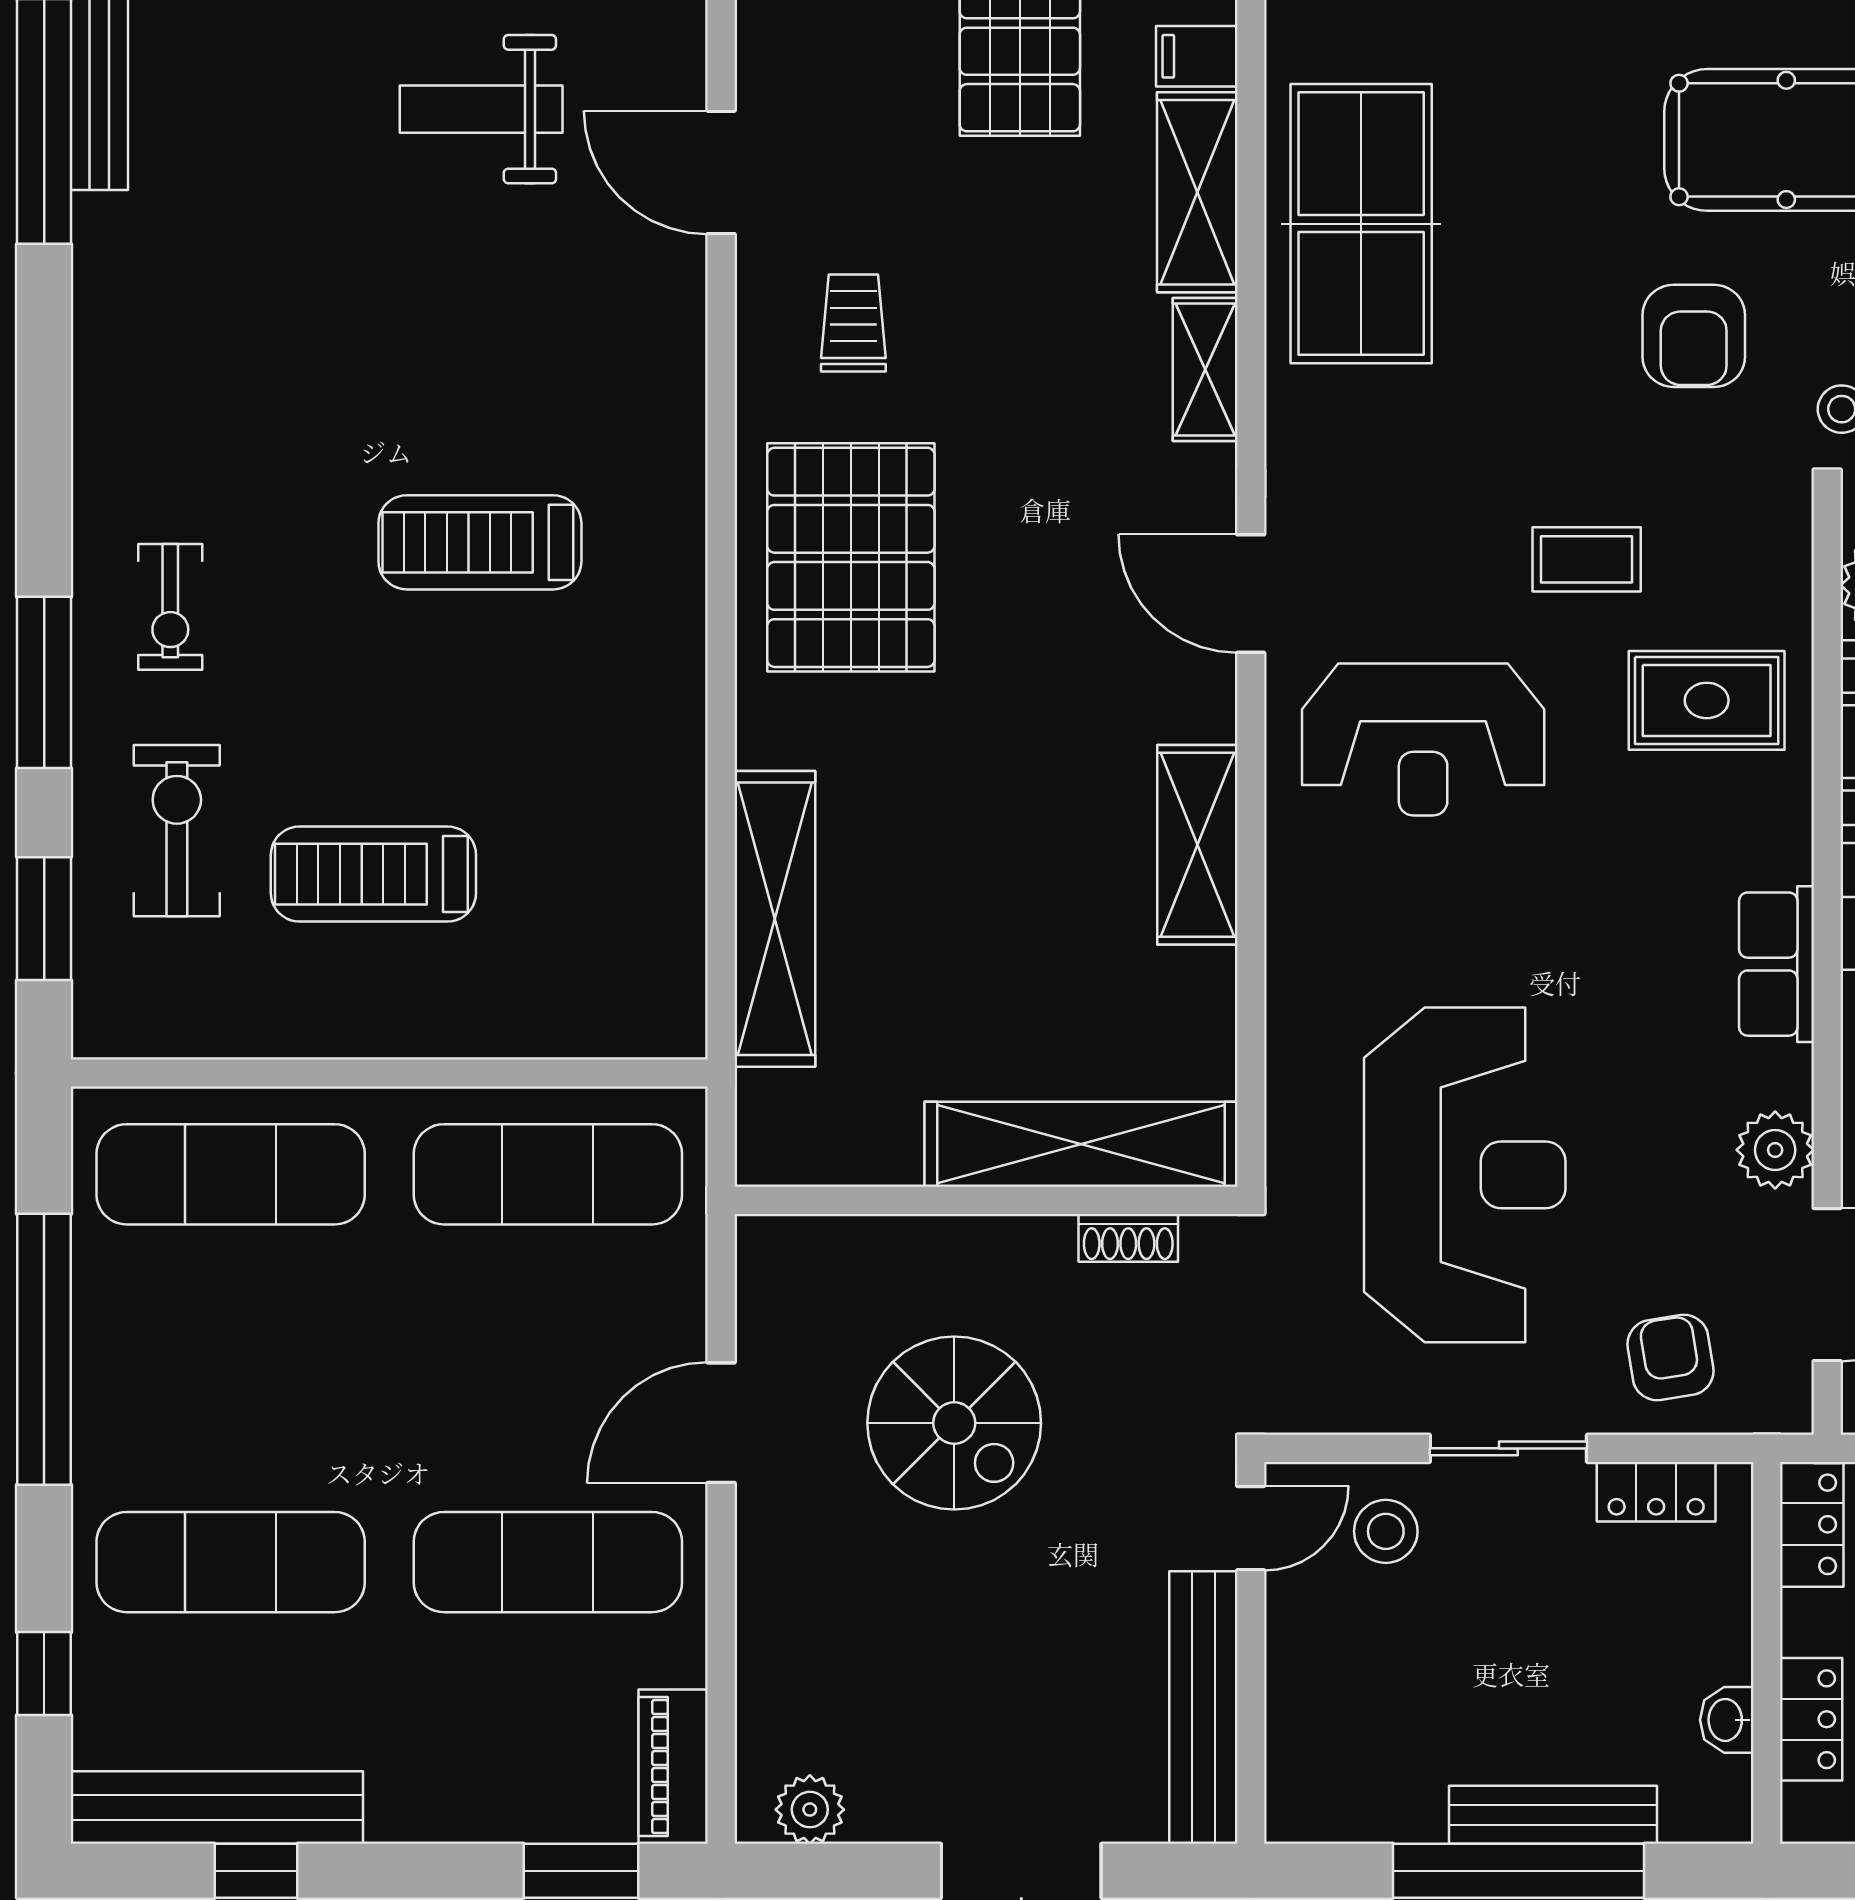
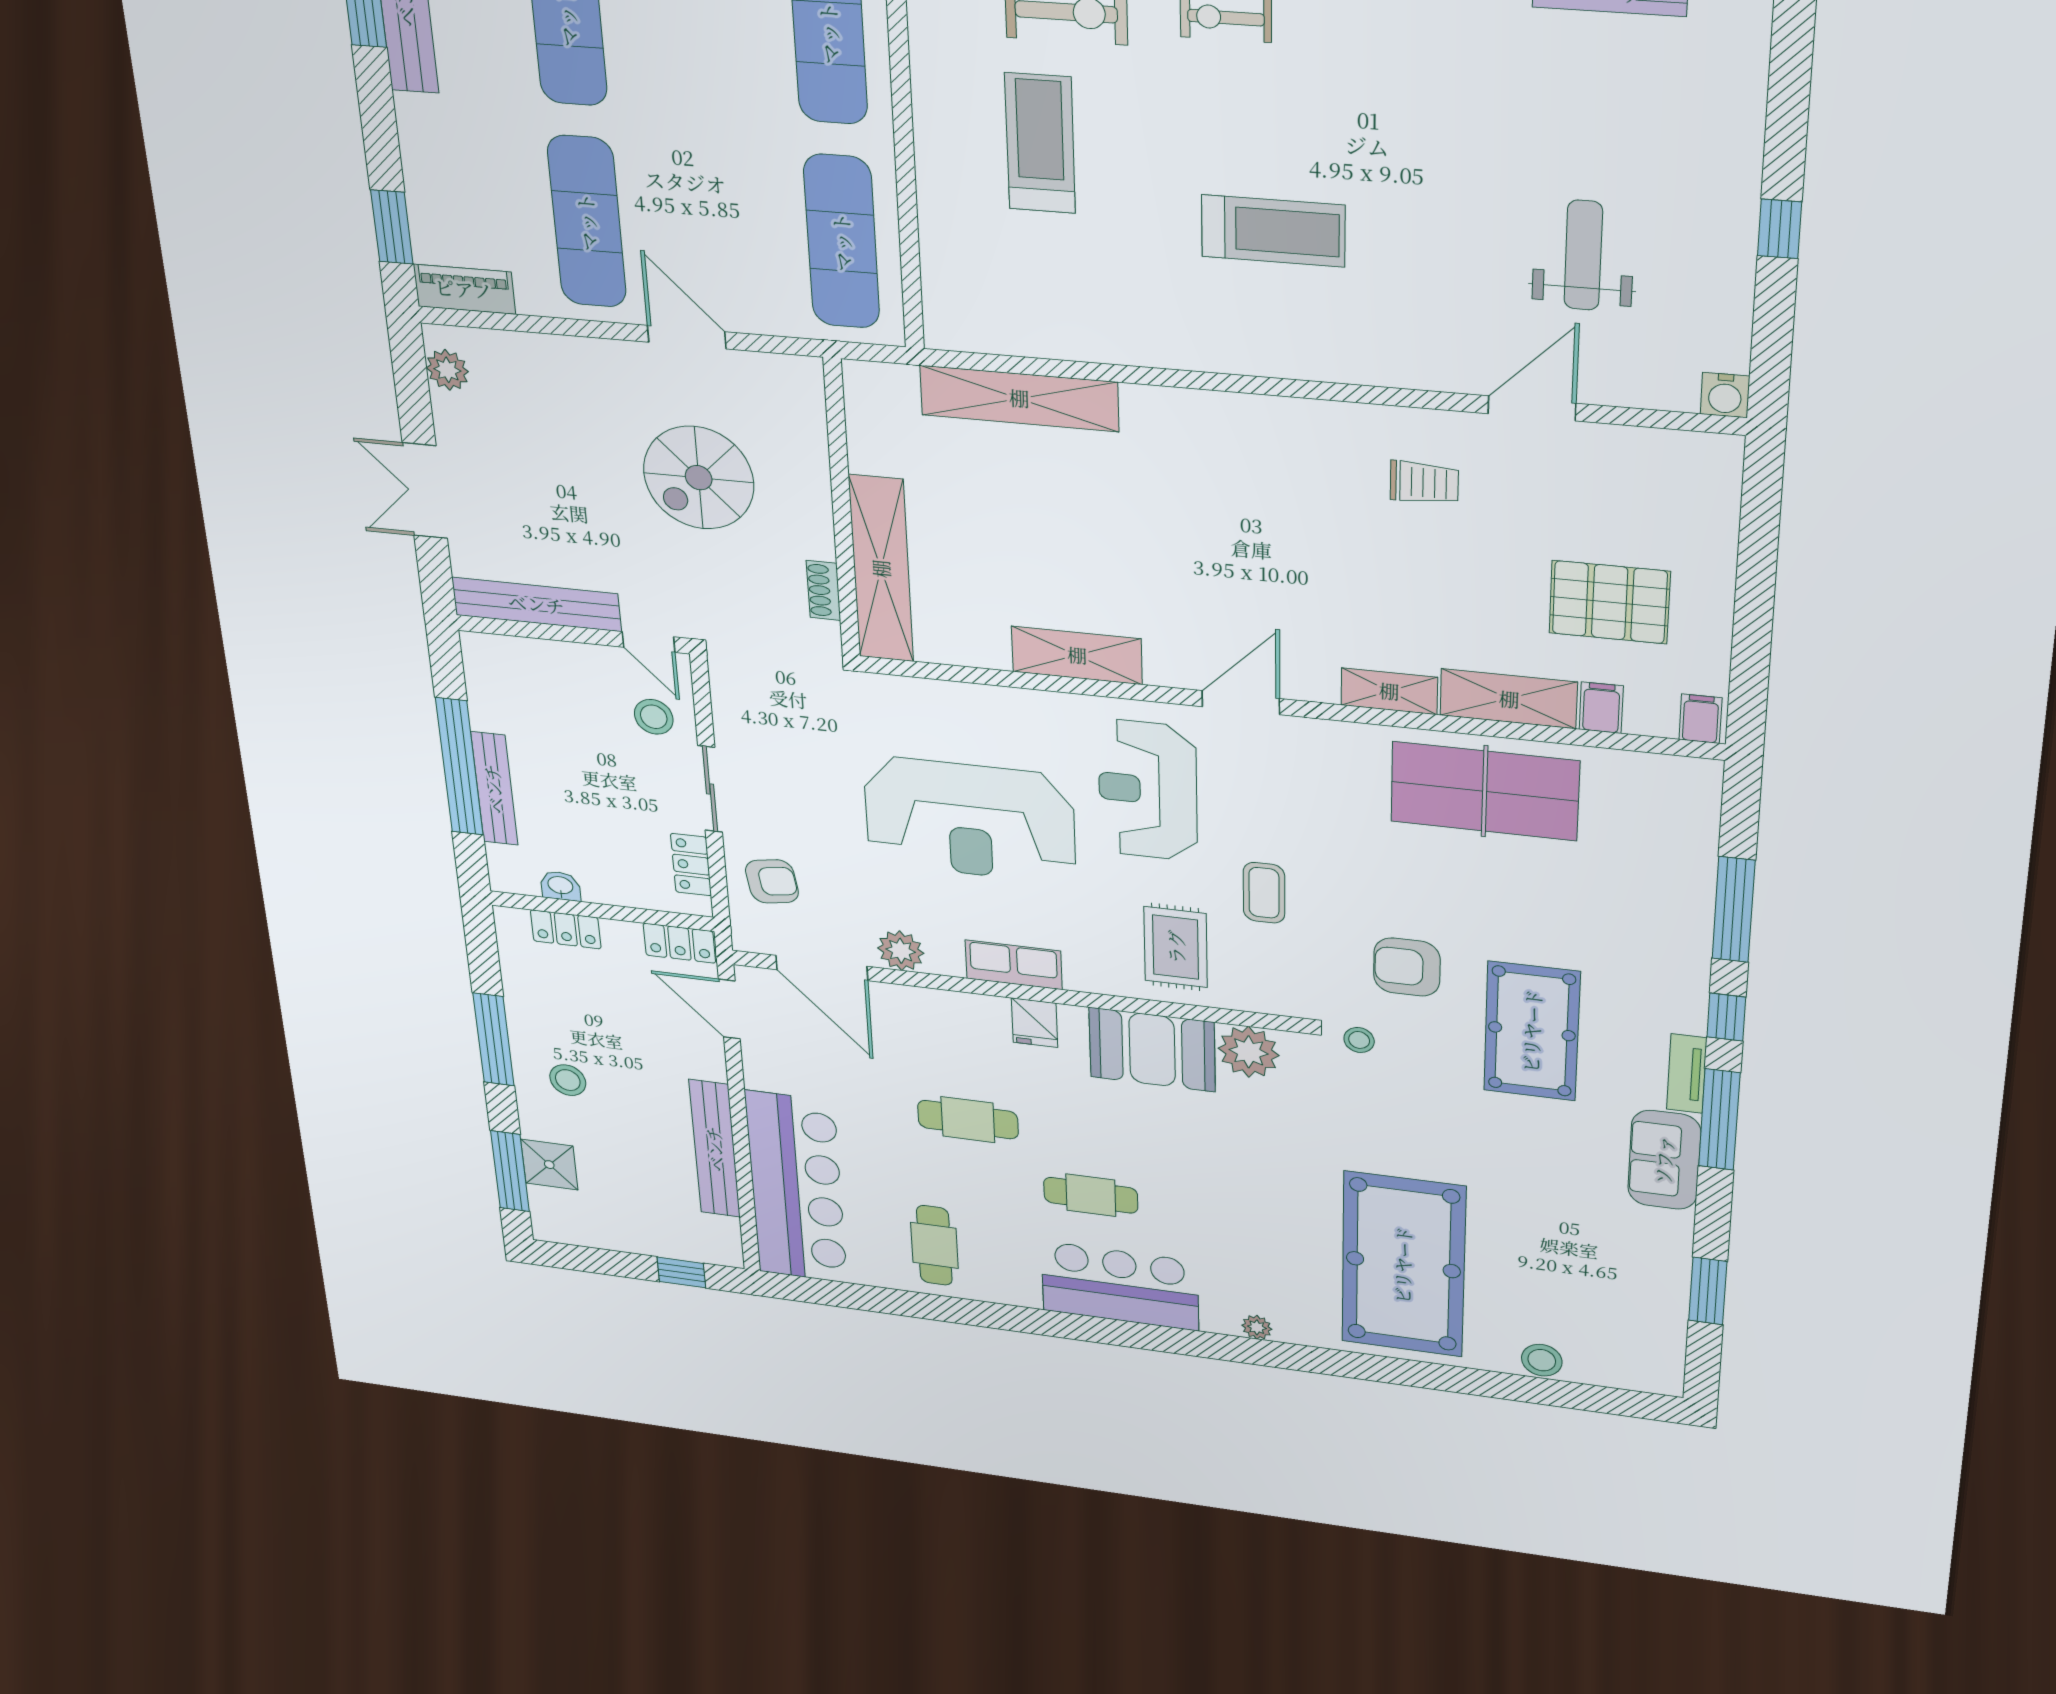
treadmill: (480, 542) -> (1273, 231), turned 90
pallet: (851, 557) -> (1264, 467), removed
reception desk: (1465, 1175) -> (970, 820), moved

